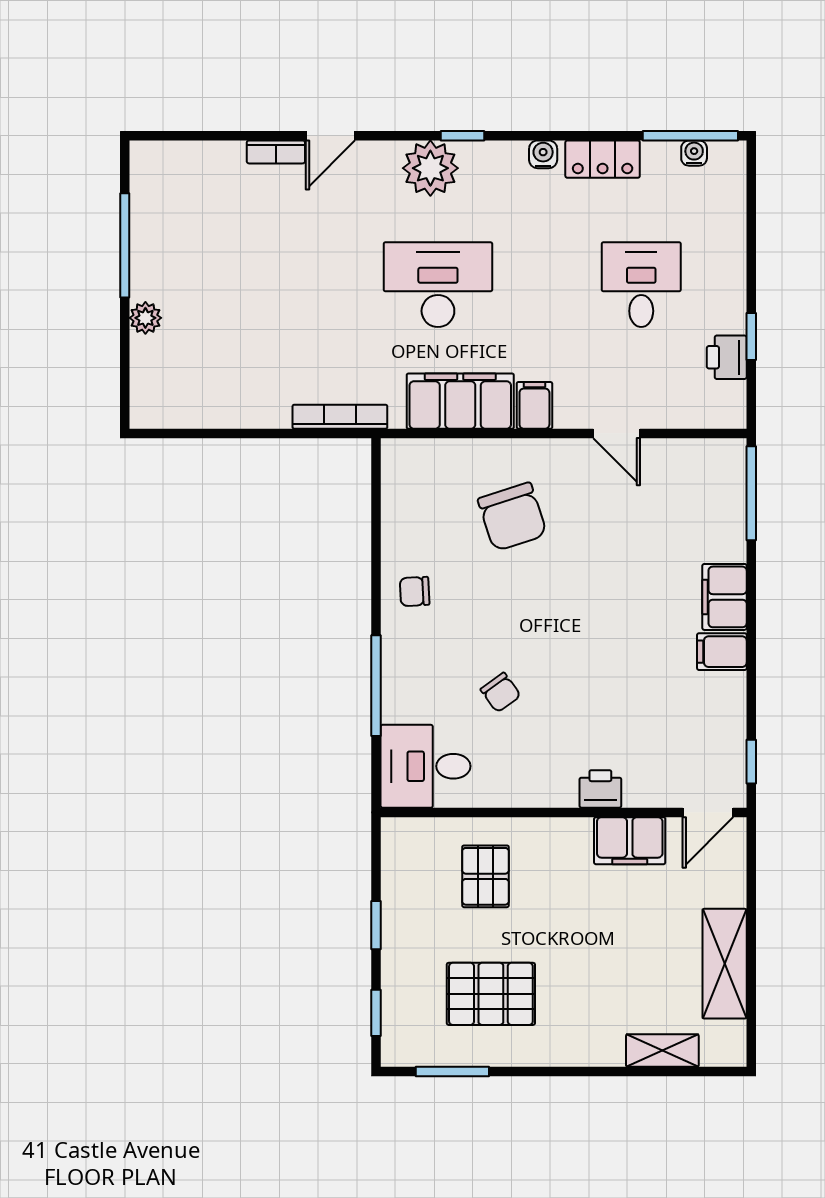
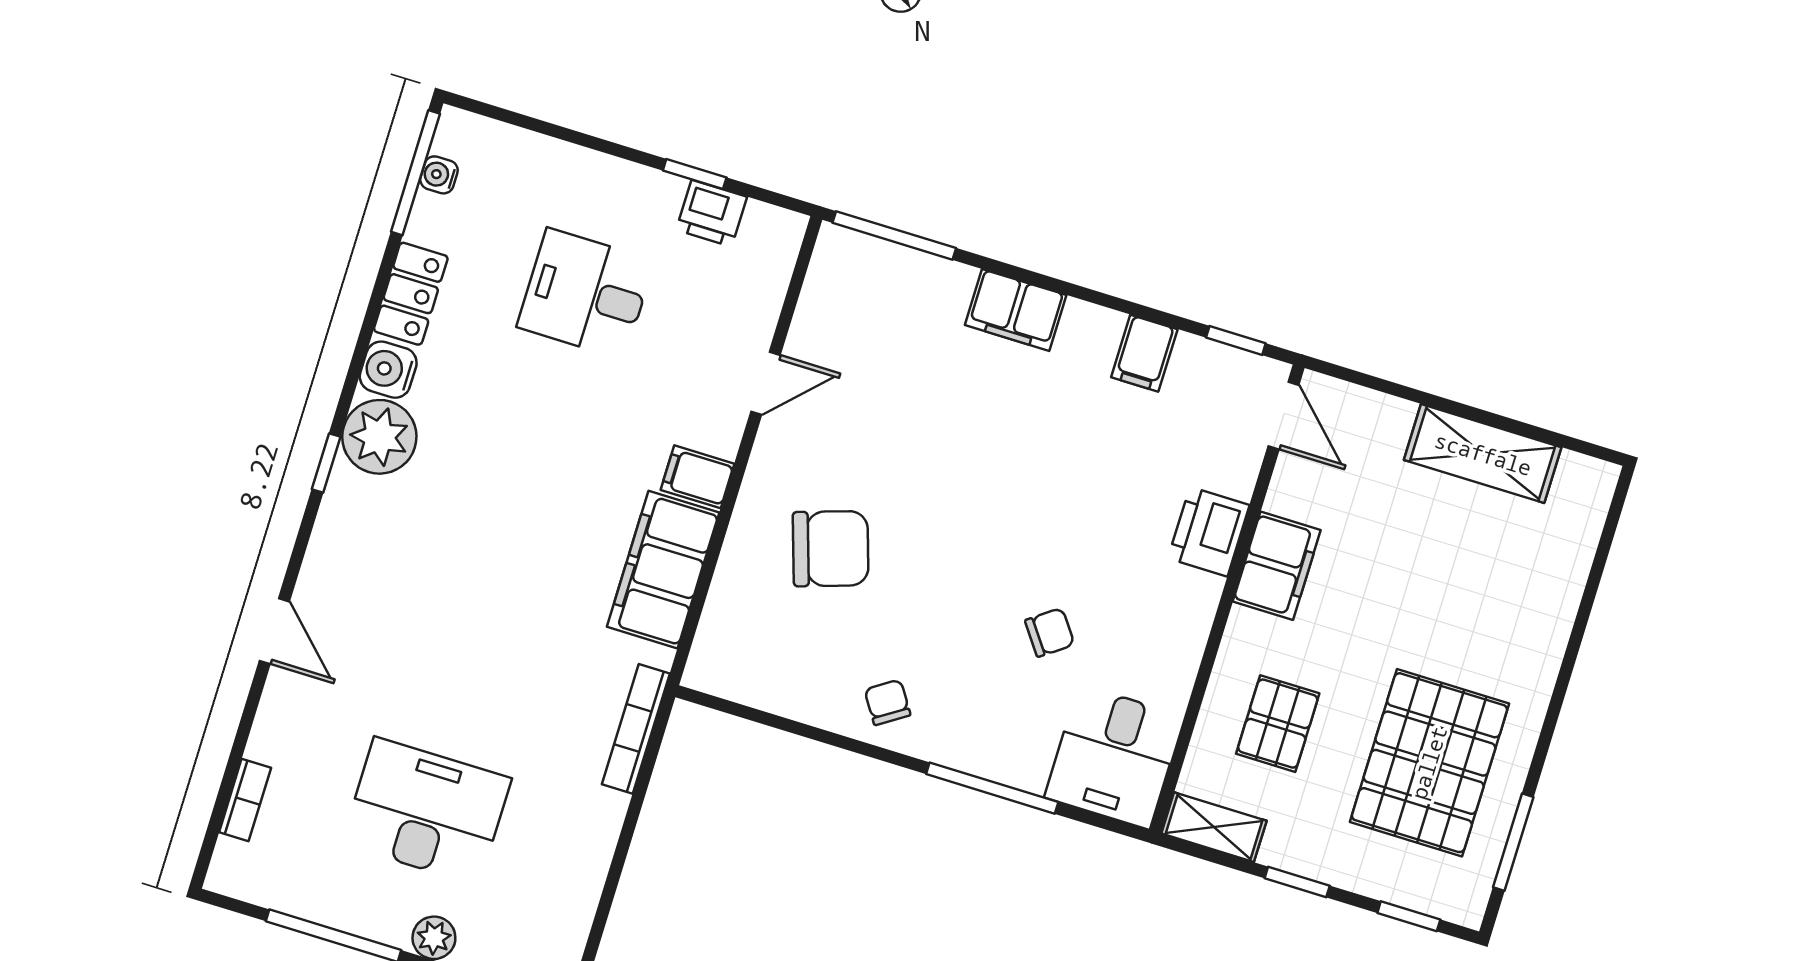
bookcase: (276, 152) -> (245, 800), moved
water cooler: (543, 154) -> (388, 370), width x1.38, depth x1.38
plant: (430, 168) -> (379, 437), moved
desk: (438, 285) -> (426, 811), moved, turned 90
chair: (415, 591) -> (887, 702), turned 150
filing cabinet: (722, 652) -> (1144, 353), moved
printer: (600, 789) -> (1209, 532), width x1.36, depth x1.24
filing cabinet: (630, 841) -> (1277, 566), moved
pallet: (485, 876) -> (1278, 724), turned 90
pallet: (491, 994) -> (1429, 763), width x1.37, depth x1.41
shelving: (662, 1051) -> (1214, 827), moved, turned 90

